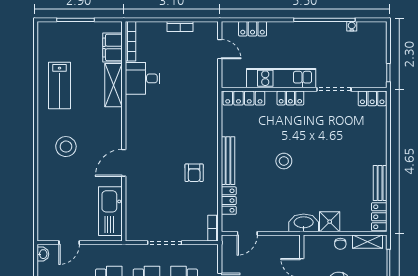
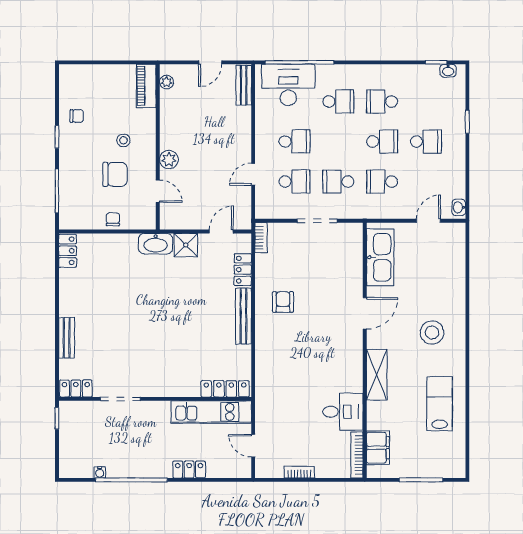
locker: (253, 29) -> (189, 469), moved
kitchen unit: (281, 78) -> (211, 412), moved
shelving: (114, 85) -> (377, 375), moved
locker: (290, 98) -> (171, 389), removed
stool: (284, 161) -> (179, 316), removed
bench: (380, 183) -> (67, 338), moved
shower: (330, 222) -> (186, 245), moved
shelving: (368, 242) -> (81, 222), removed

